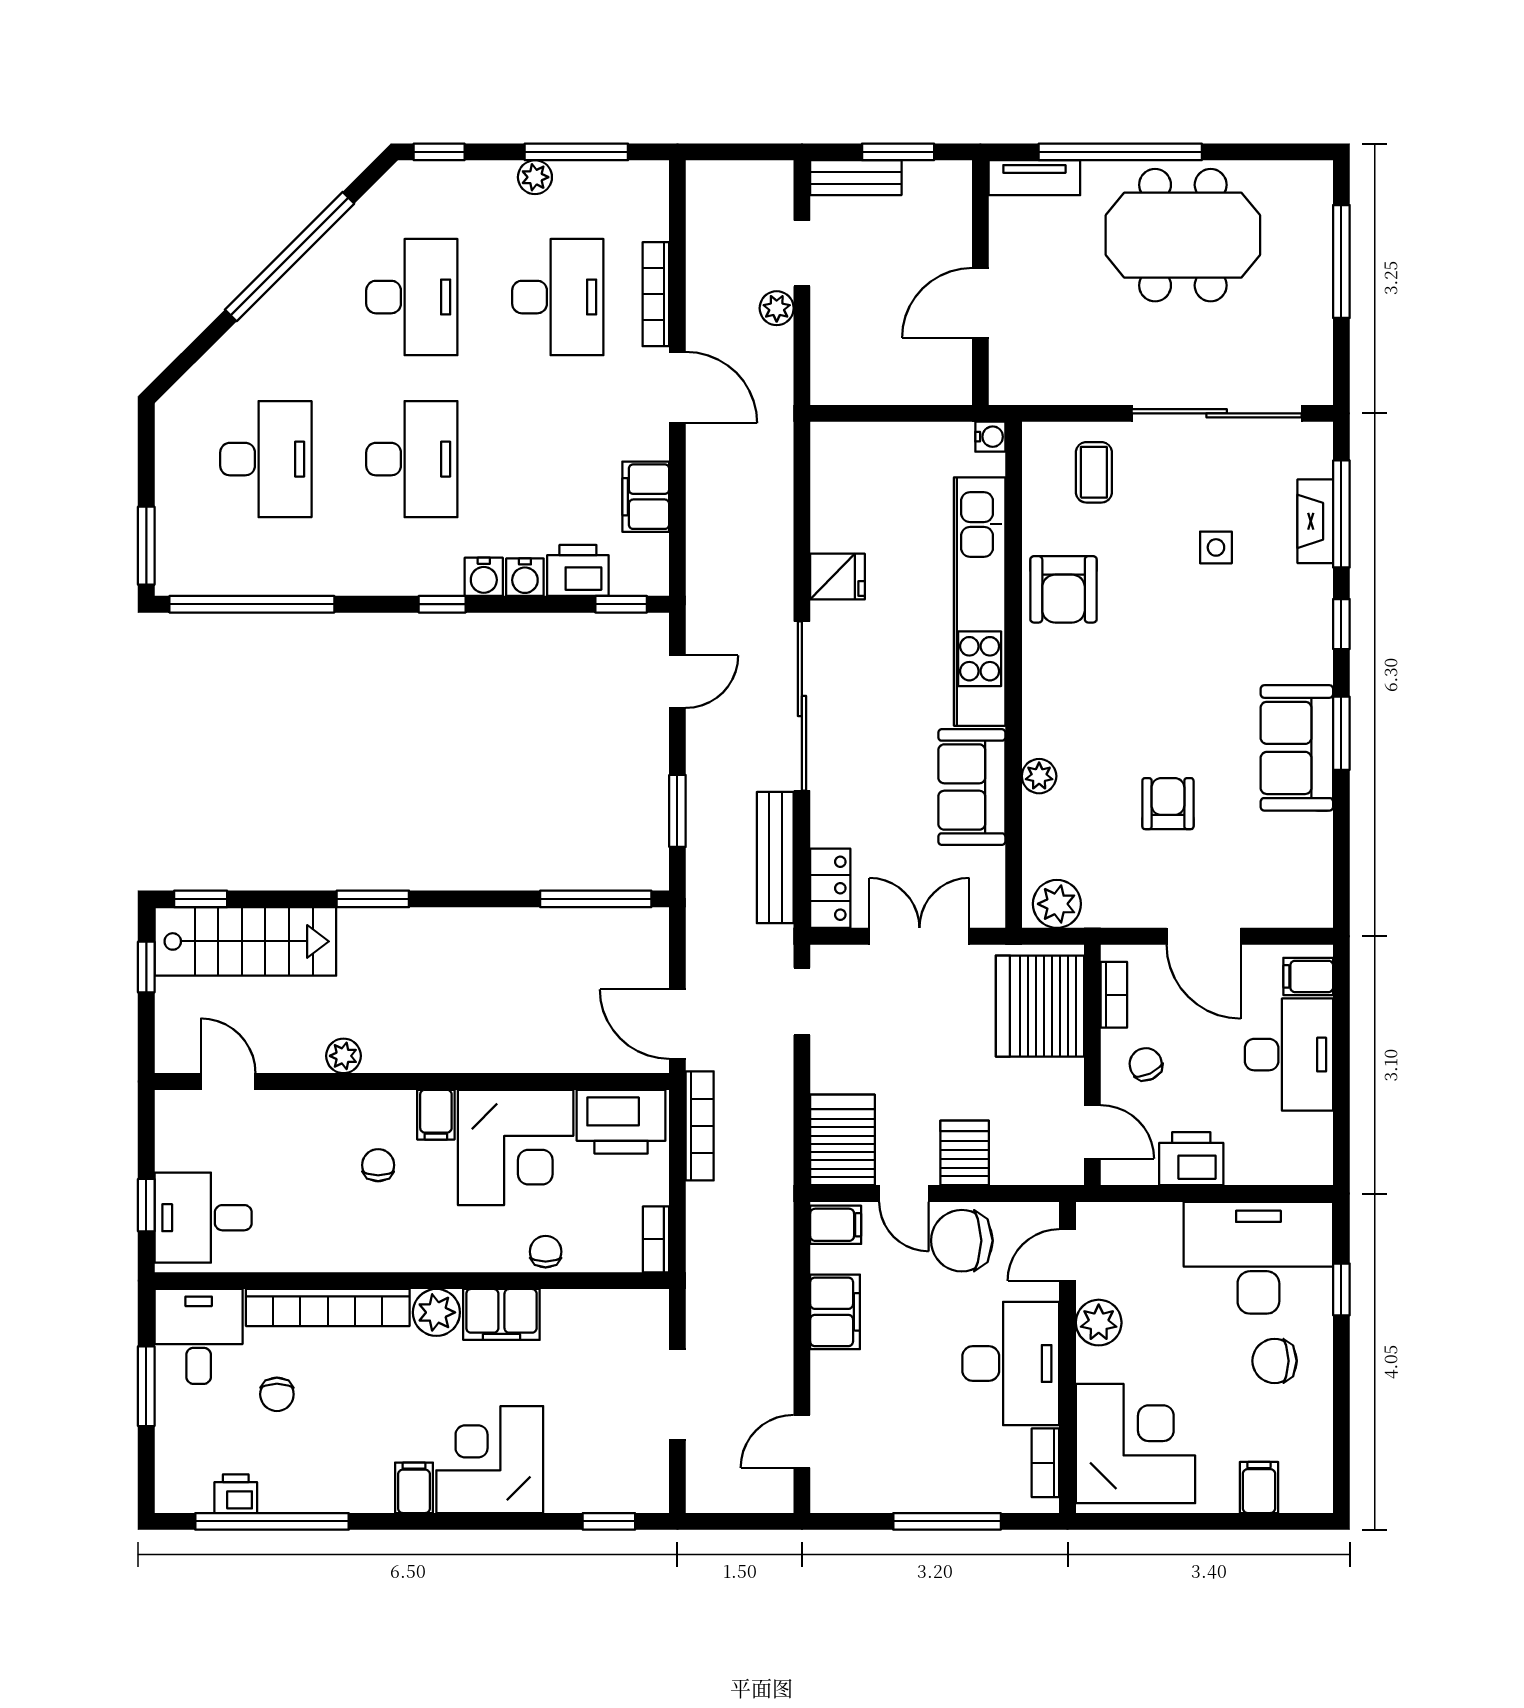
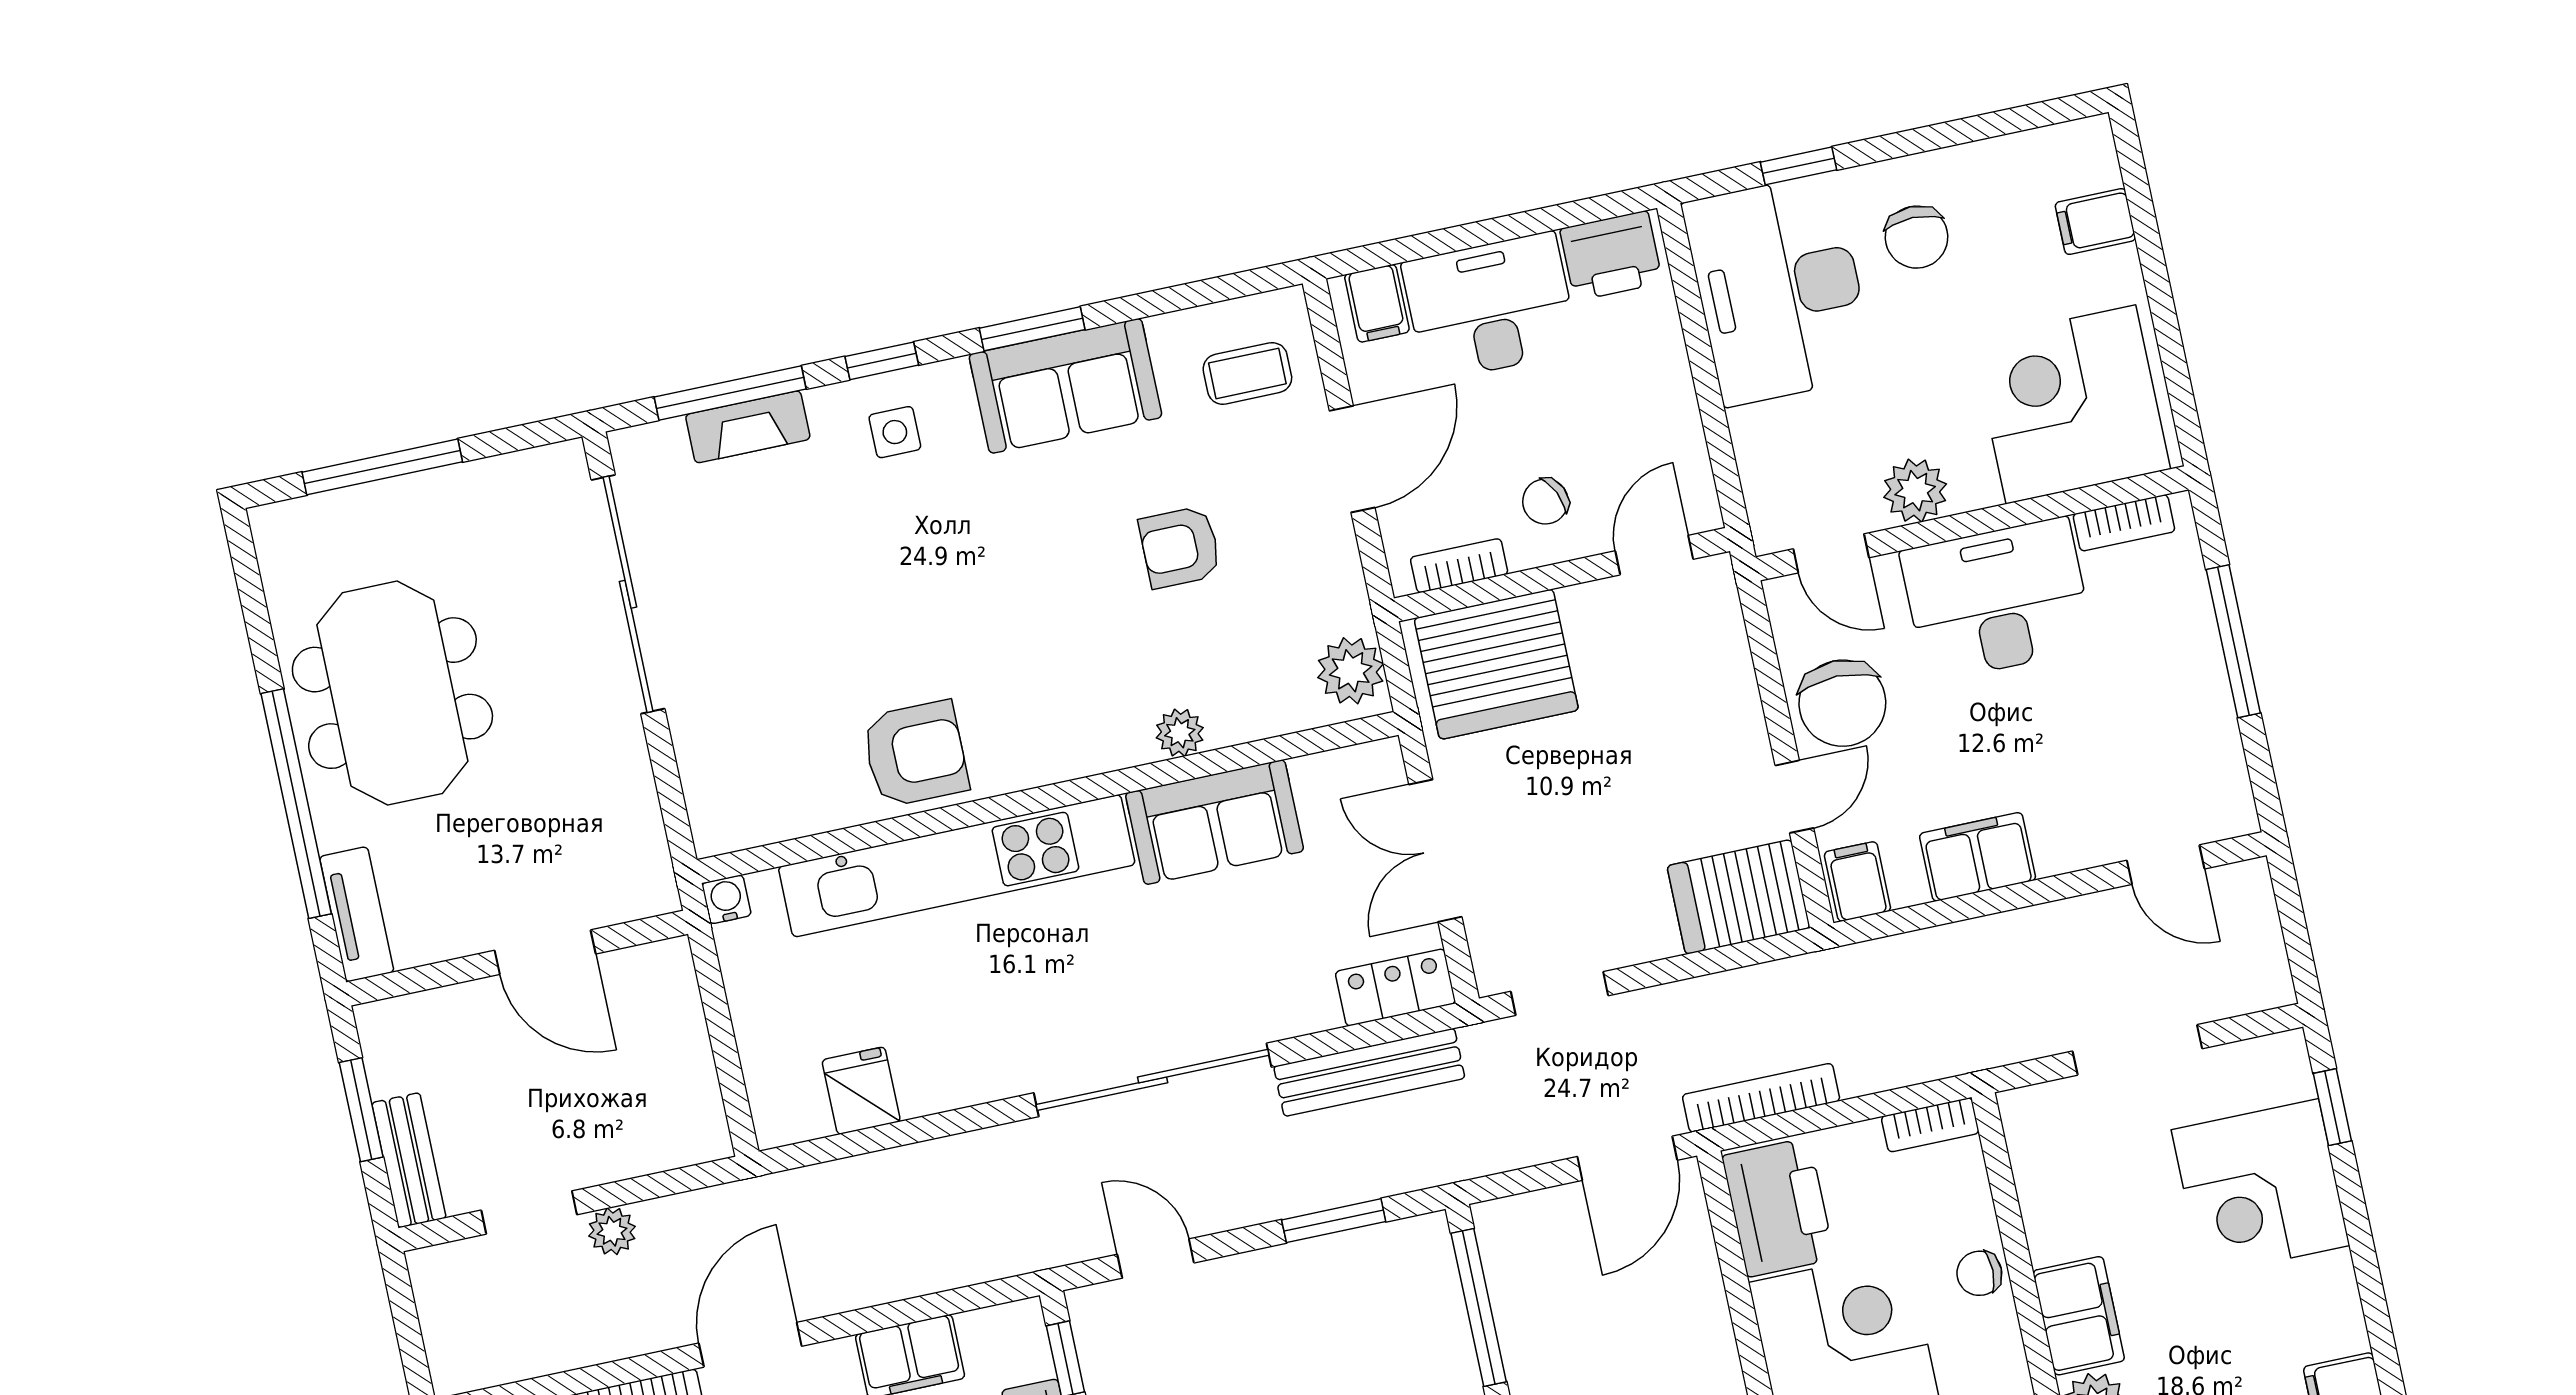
coffee table: (1094, 472) -> (1247, 373), moved
side table: (1216, 547) -> (895, 432), moved
fridge: (838, 577) -> (861, 1091), moved
server rack: (965, 1153) -> (1721, 725), removed
printer: (1191, 1159) -> (1611, 256), moved, turned -90
corner desk: (490, 1460) -> (2261, 1188), moved

